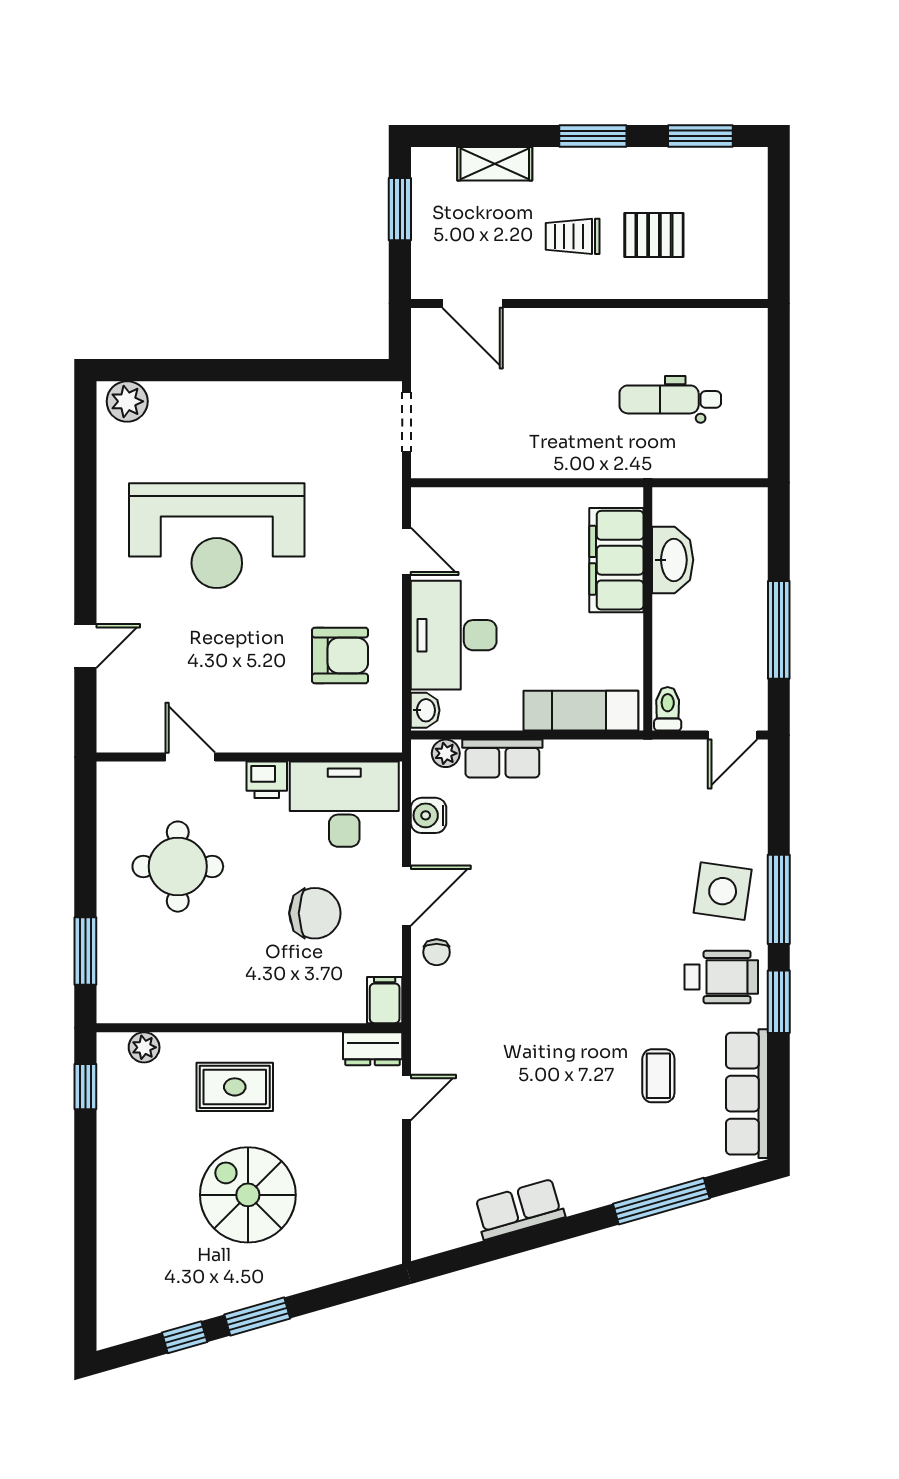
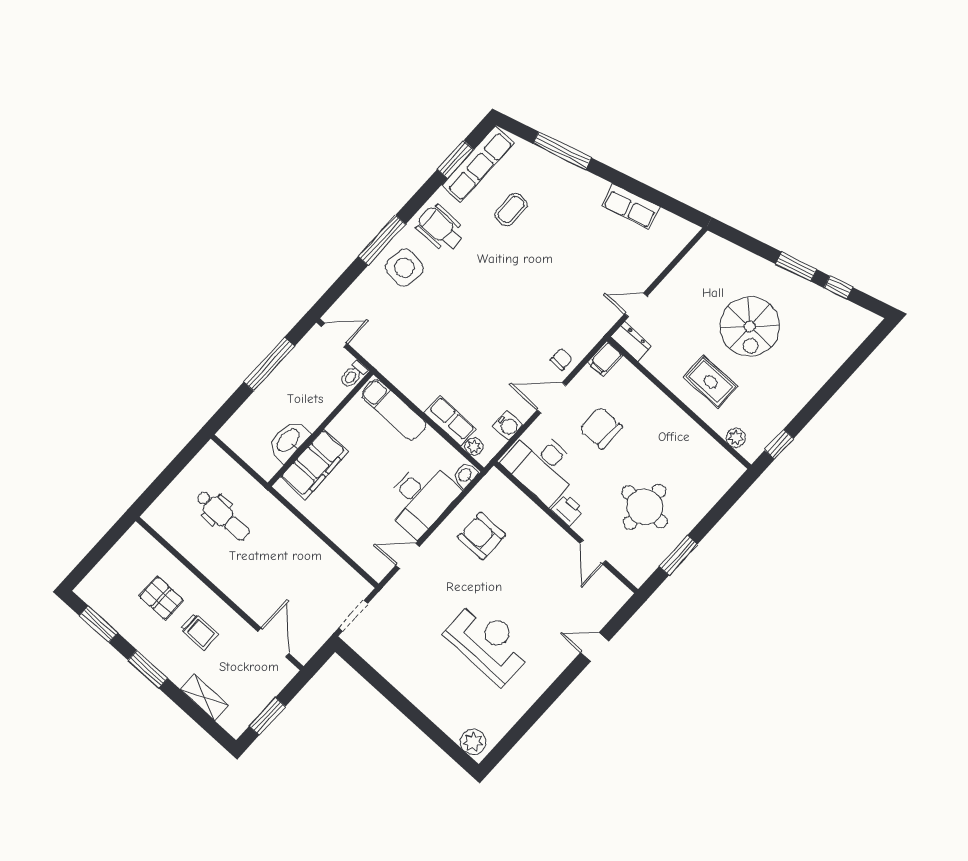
reception desk: (217, 536) -> (488, 643), width x0.74, depth x0.77
door: (406, 551) -> (407, 556), hinge flipped
window: (85, 951) -> (678, 555), moved
window: (779, 1002) -> (455, 159), moved

